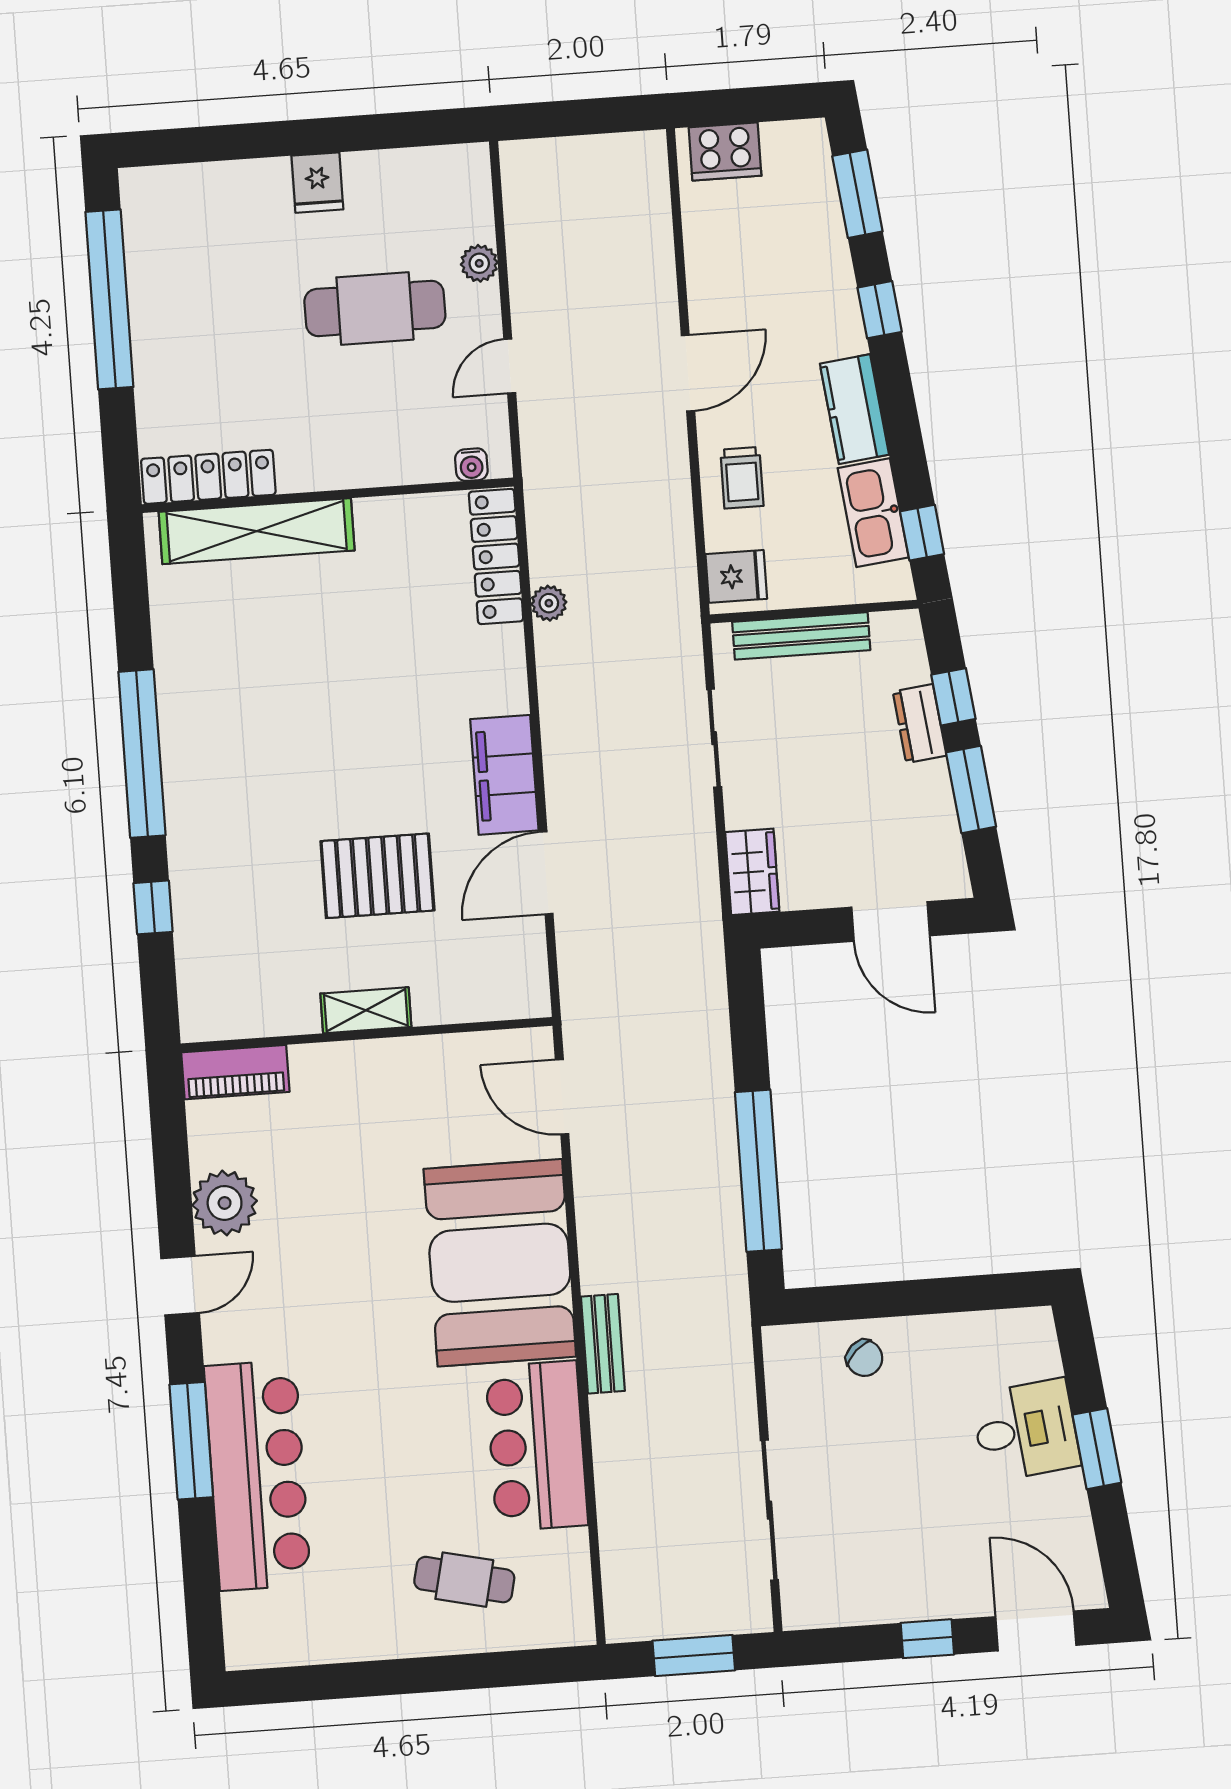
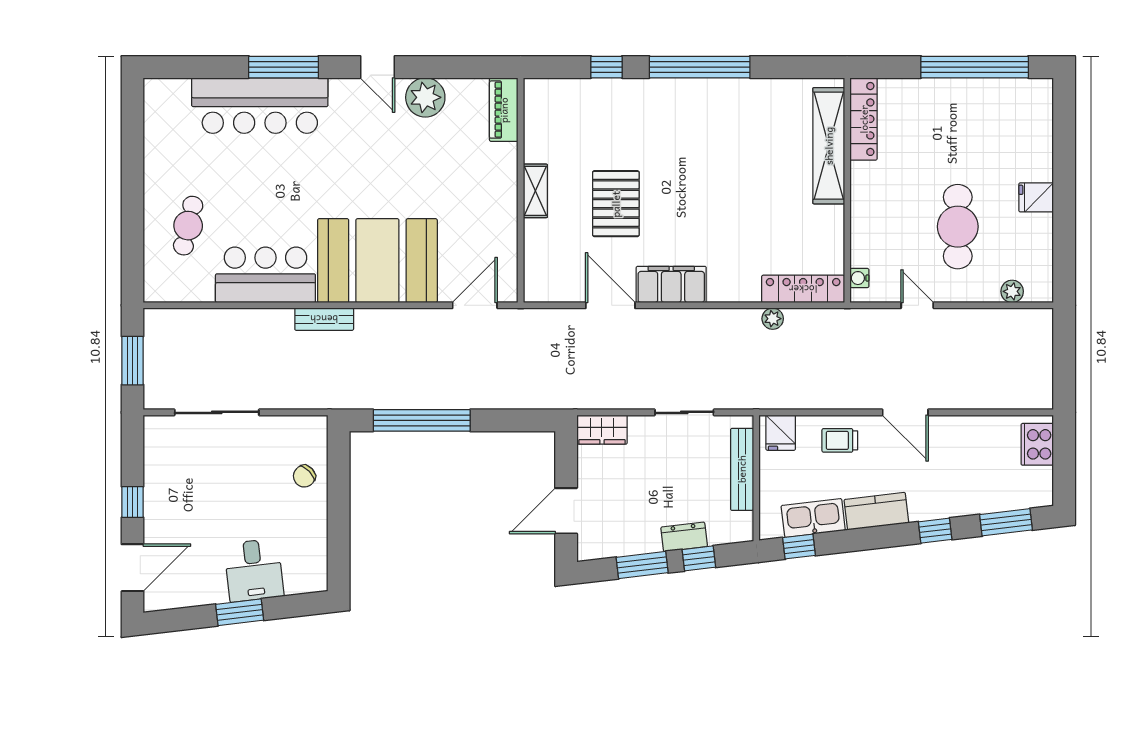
plant: (479, 263) -> (1012, 291), moved

